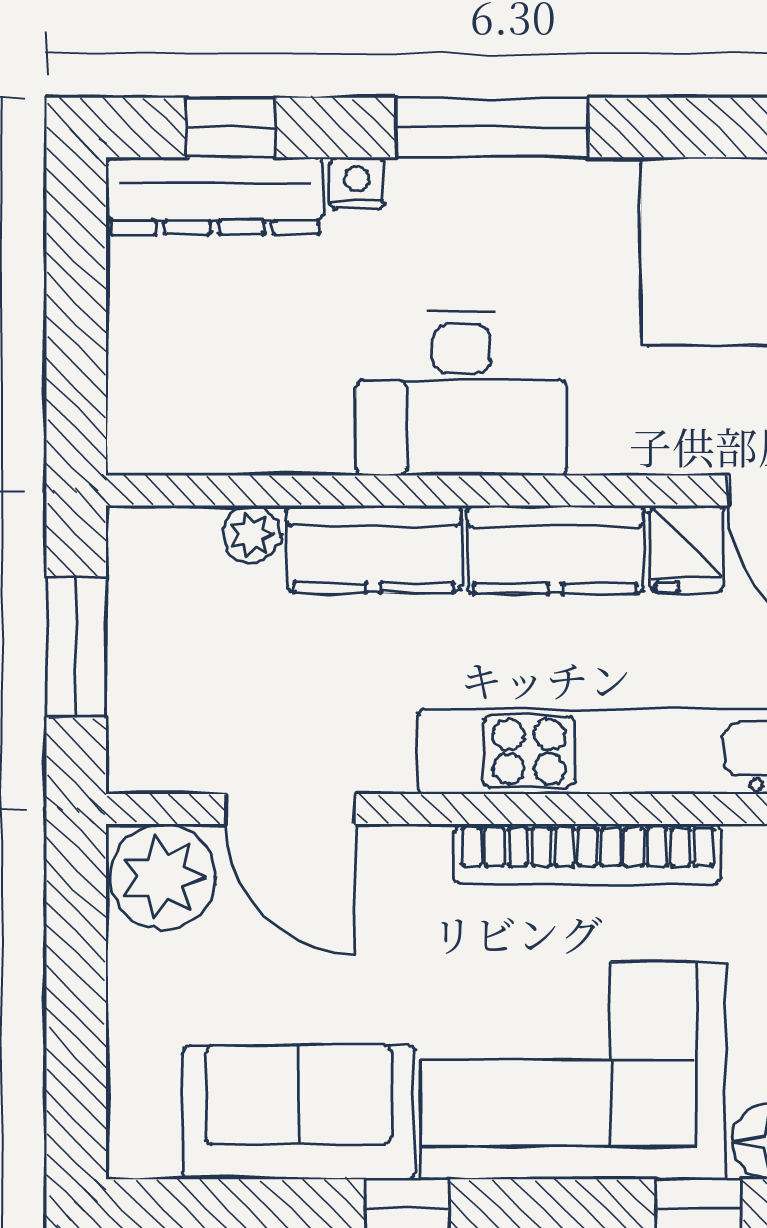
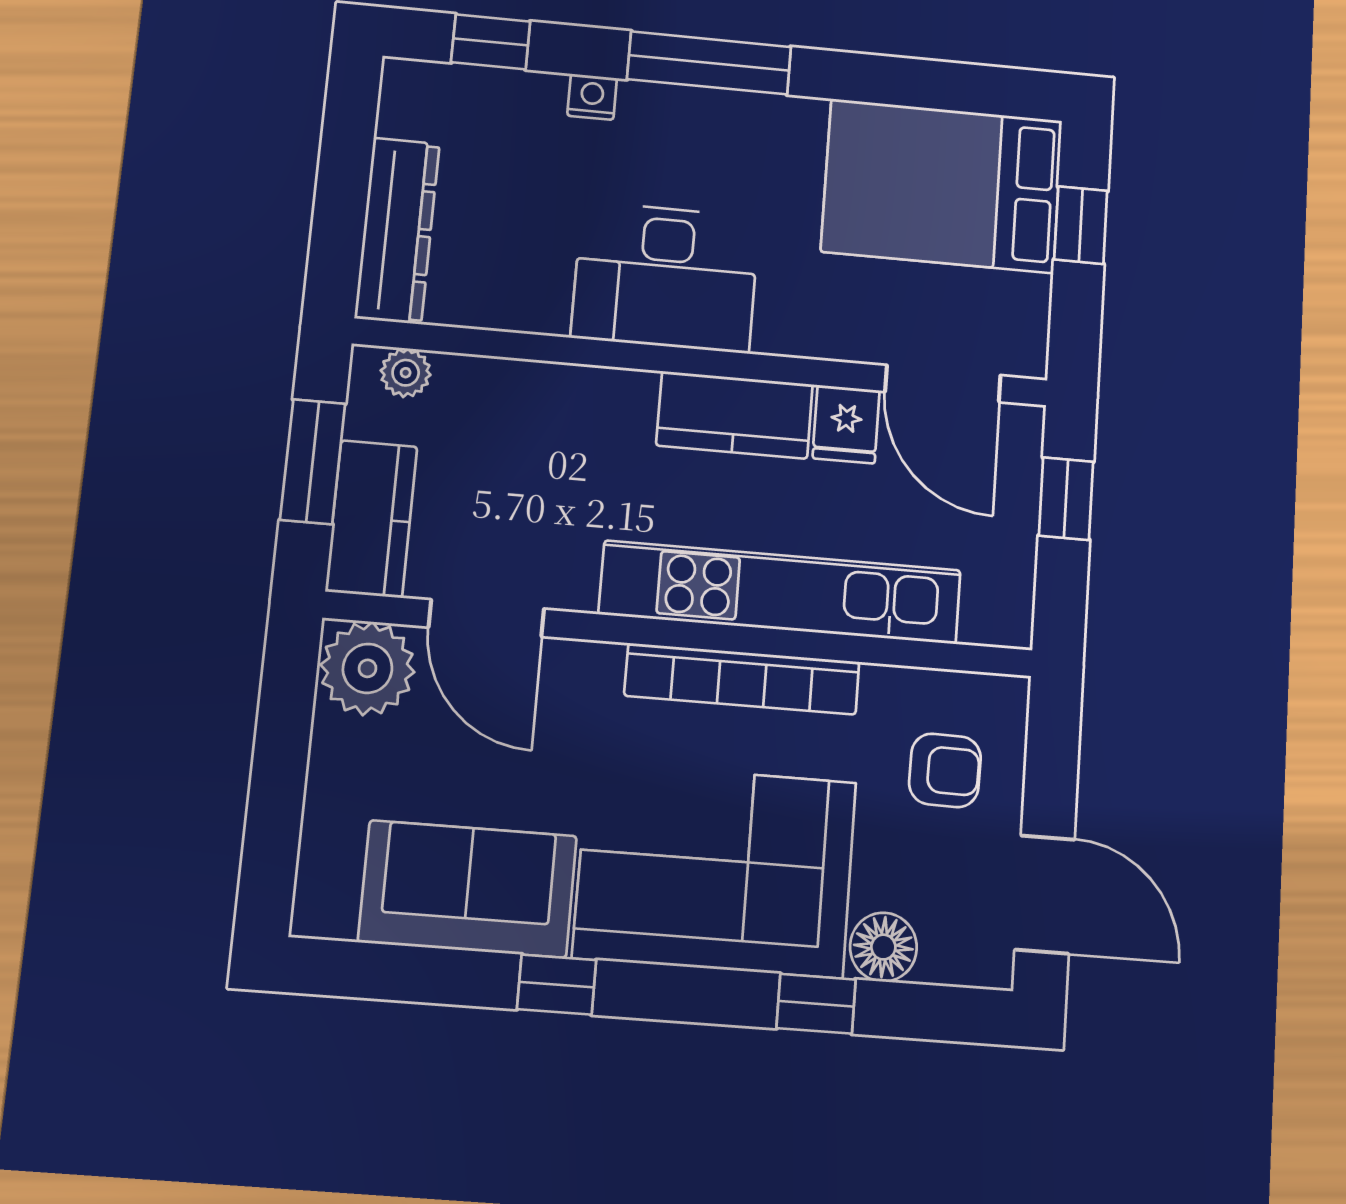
dresser: (215, 196) -> (397, 231), moved, turned -90
plant: (252, 534) -> (406, 373), moved
kitchen counter: (374, 549) -> (371, 519), moved, turned -90

